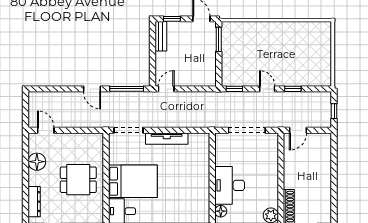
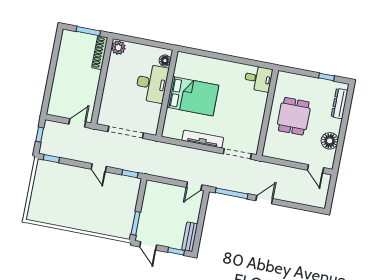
door: (92, 89) -> (264, 200), hinge flipped
window: (293, 89) -> (51, 159), moved
dining table: (78, 180) -> (294, 116), turned 90
bed: (133, 181) -> (193, 96), moved, turned 180

